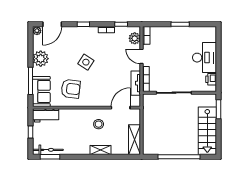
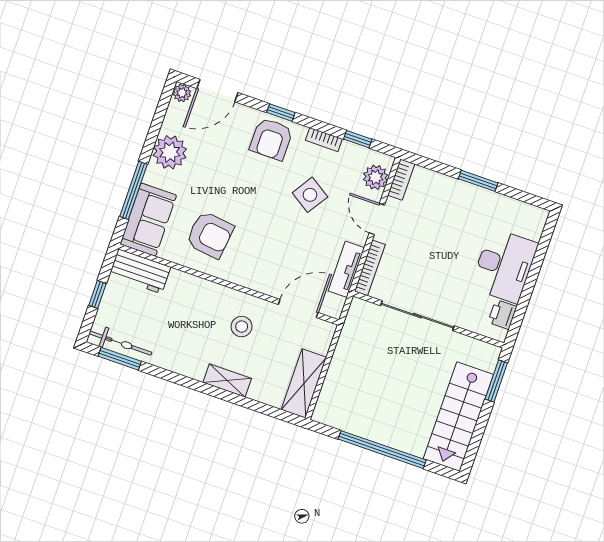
armchair: (83, 37) -> (271, 139), added
side table: (86, 62) -> (310, 195), moved

